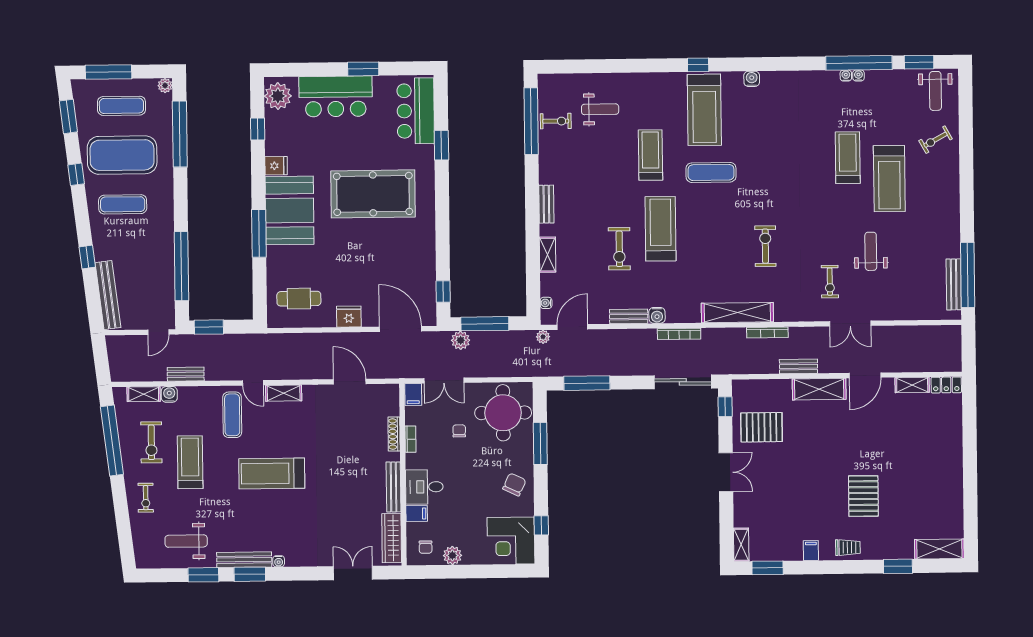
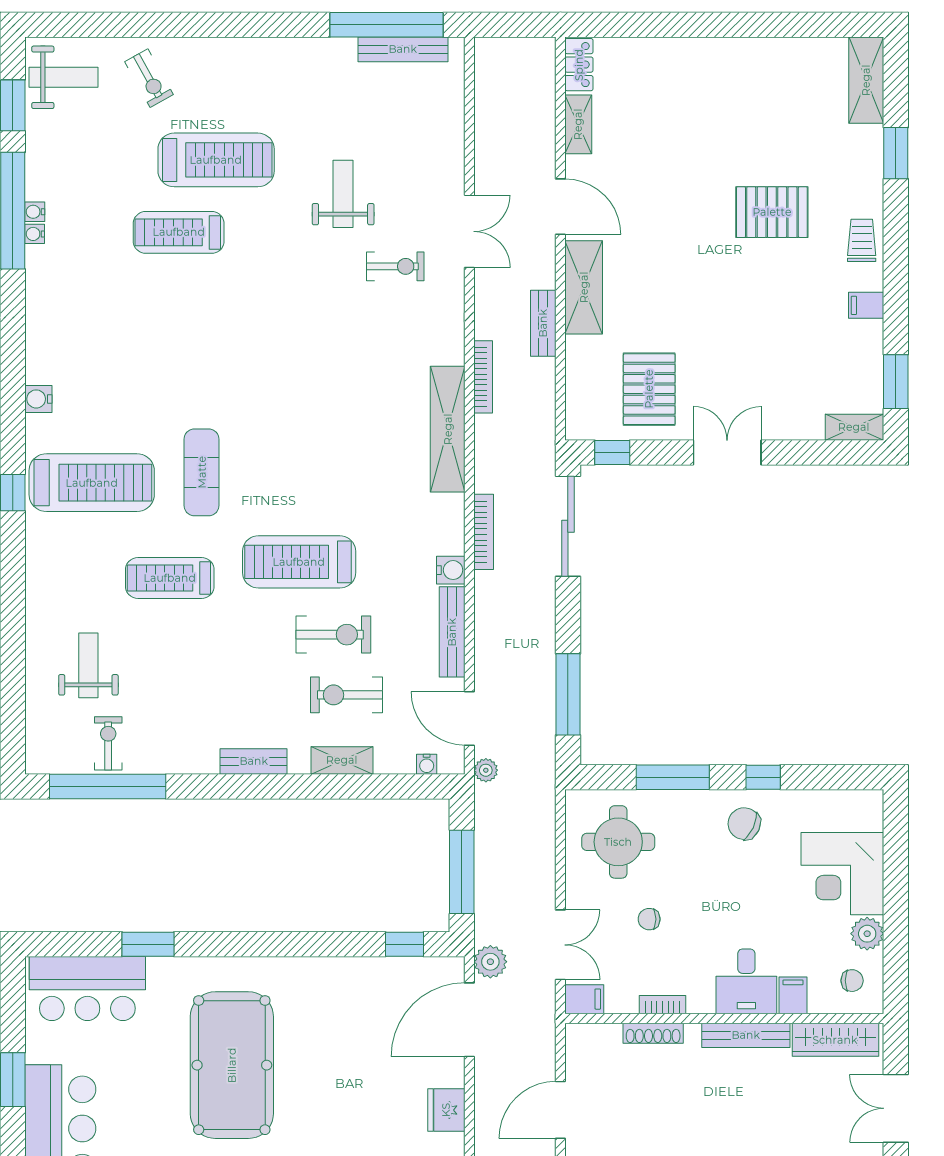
exercise bike: (765, 246) -> (346, 695), moved
weight bench: (871, 251) -> (343, 194), turned 90
bench: (629, 316) -> (452, 632), width x1.36
plant: (461, 340) -> (490, 962), moved
round table: (503, 413) -> (618, 842), width x0.73, depth x0.73
window: (541, 525) -> (763, 777), moved
corner desk: (511, 541) -> (842, 874), moved, turned 90

